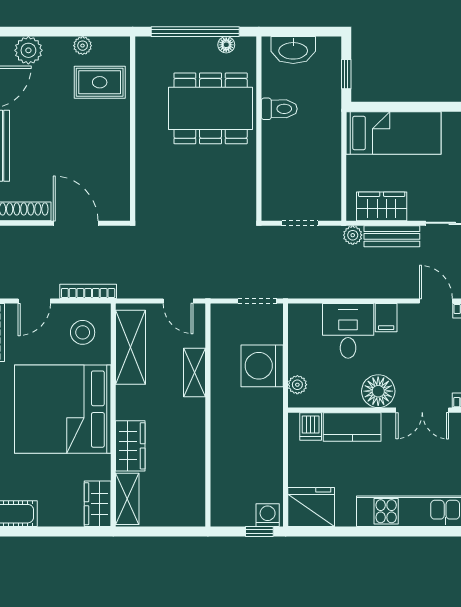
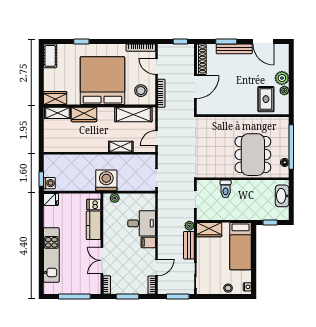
plant: (28, 50) -> (282, 78), moved
toilet: (279, 109) -> (226, 189), moved
wardrobe: (382, 206) -> (209, 230), moved, turned 90
washing machine: (262, 366) -> (106, 180), moved
floor lamp: (378, 391) -> (111, 238), removed
fridge: (311, 507) -> (51, 199), width x0.53, depth x0.75

